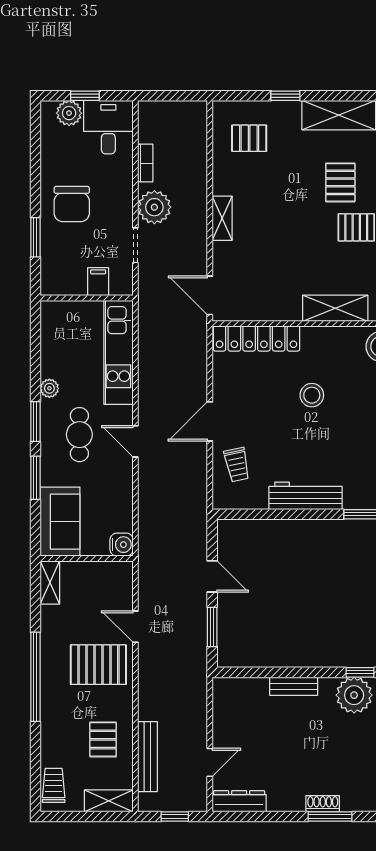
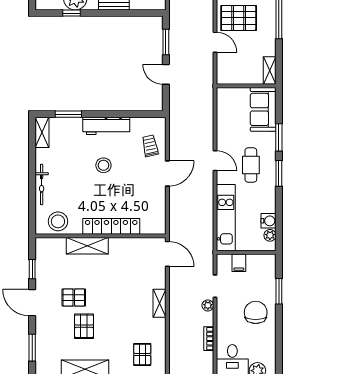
pallet: (249, 138) -> (142, 354), turned 90
plant: (154, 207) -> (208, 305), width x0.53, depth x0.53
locker: (256, 338) -> (111, 226), moved
plant: (49, 388) -> (270, 235), moved
stool: (312, 395) -> (103, 165), moved
water cooler: (122, 545) -> (269, 221), moved, turned 180

